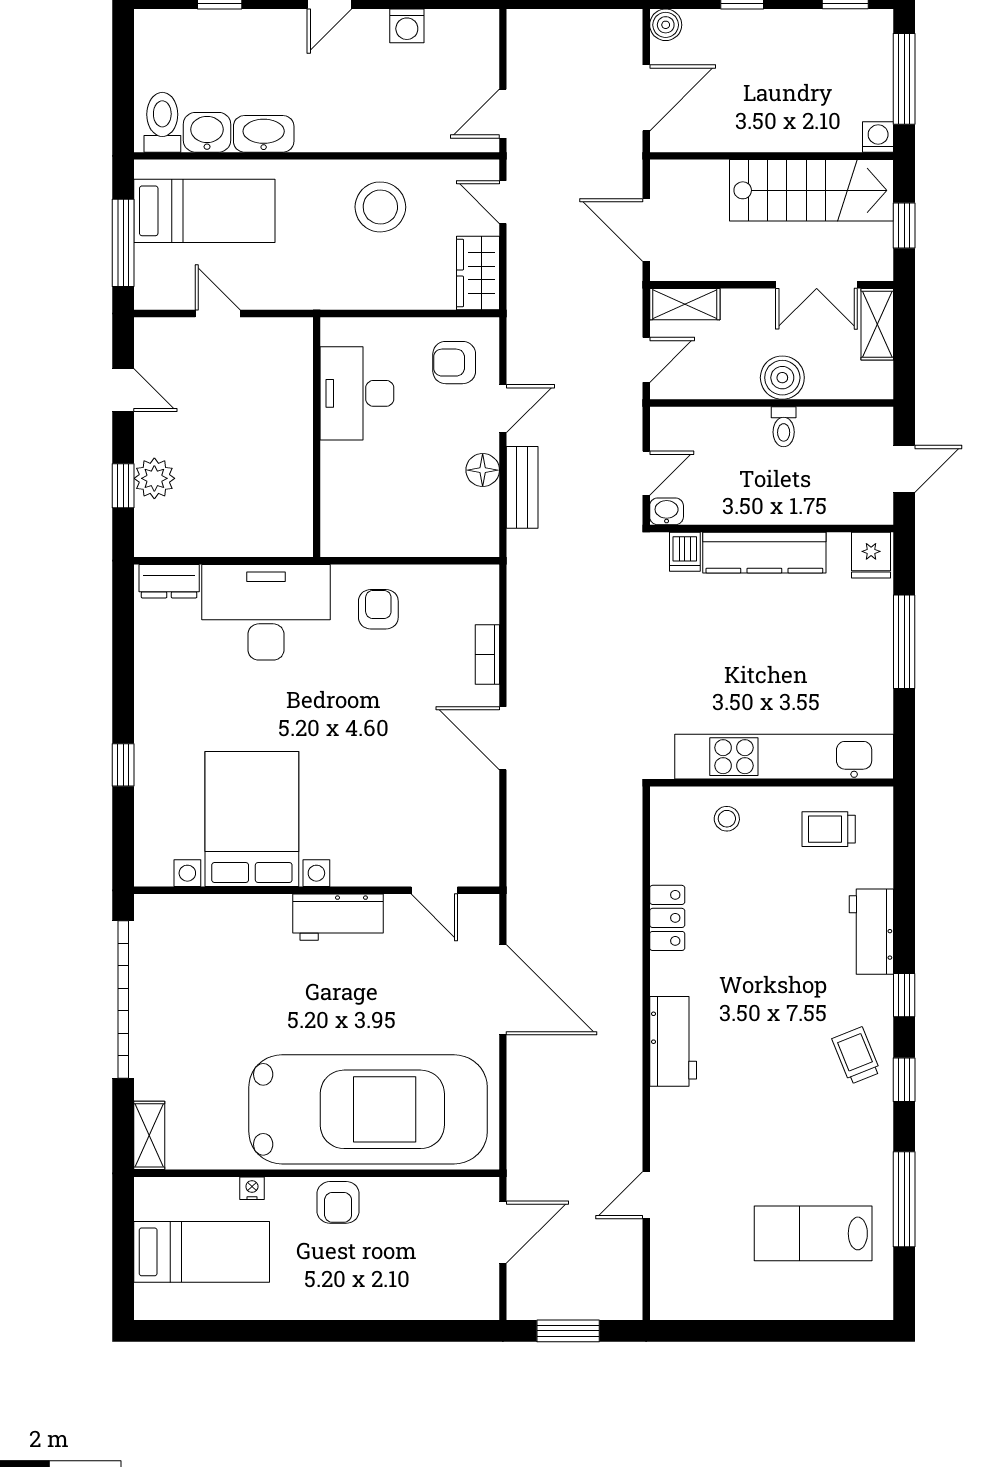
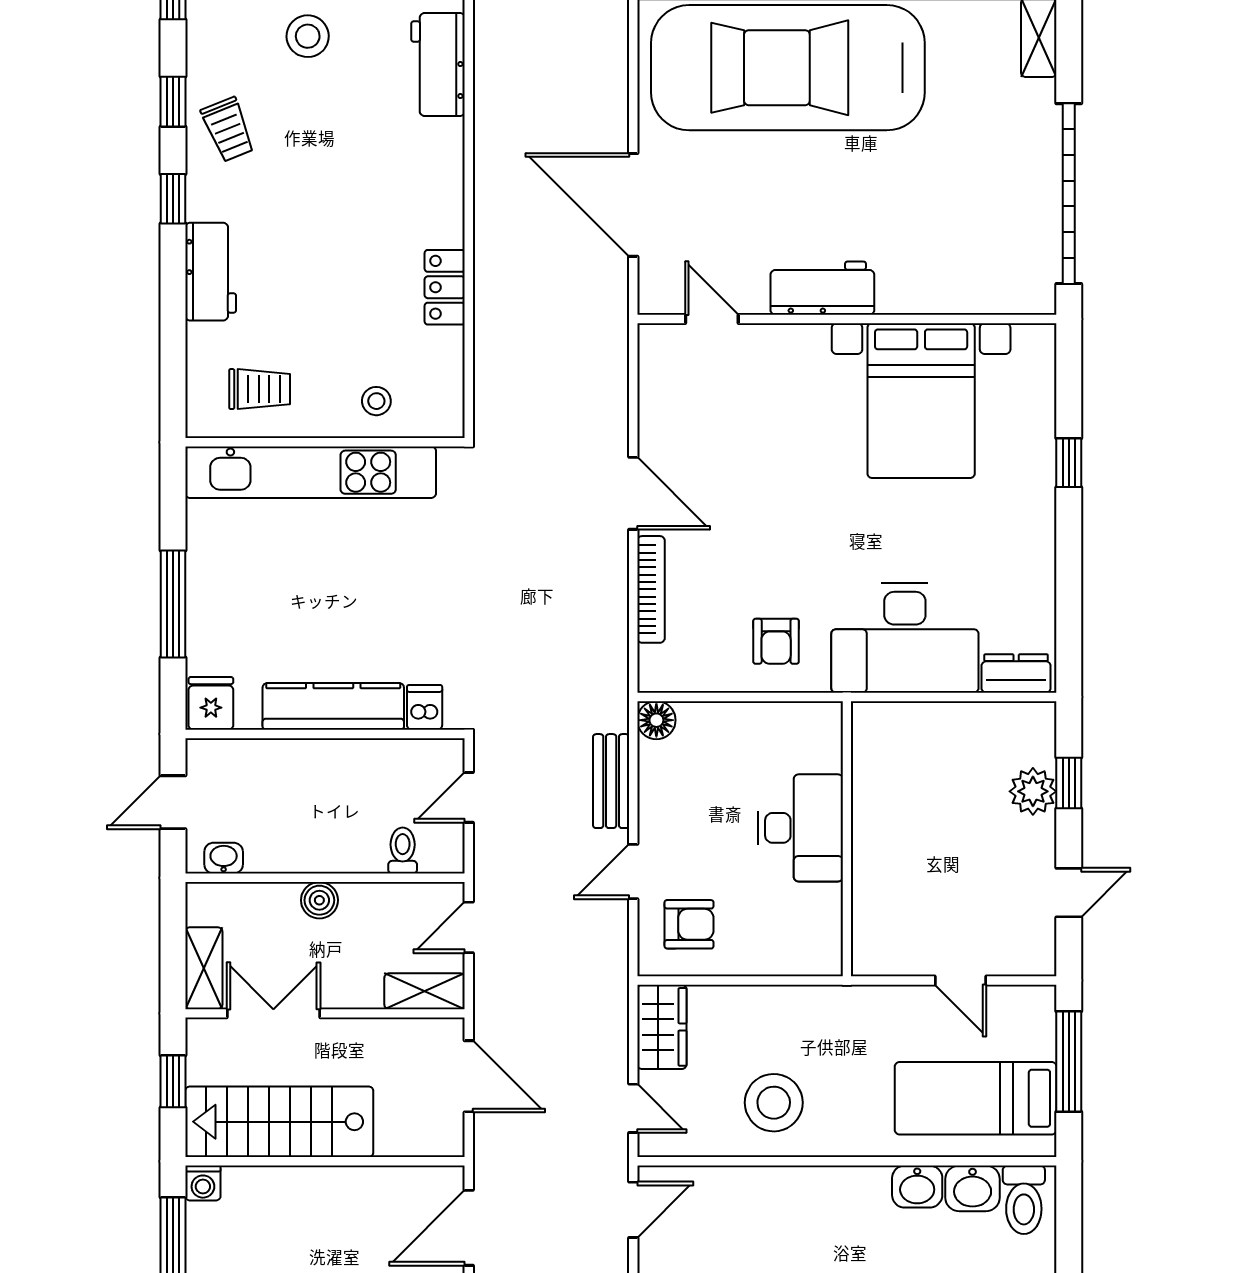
washbasin: (264, 134) -> (917, 1187), width x0.72
boiler: (782, 378) -> (319, 900), width x0.73, depth x0.73
door: (123, 390) -> (1069, 893), swing flipped
desk: (357, 393) -> (801, 828), moved
toilet: (784, 427) -> (403, 851), moved
floor lamp: (483, 470) -> (656, 720), moved
washbasin: (667, 511) -> (224, 858), moved, turned 180
bookcase: (487, 654) -> (651, 589), width x1.56
workbench: (673, 1041) -> (438, 65), moved
stool: (787, 1137) -> (308, 36), added

